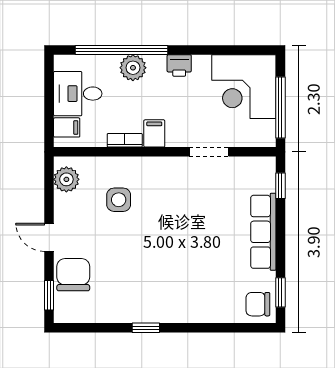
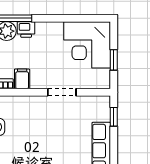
printer: (179, 66) -> (26, 29), moved
window: (280, 107) -> (114, 60), width x0.46

